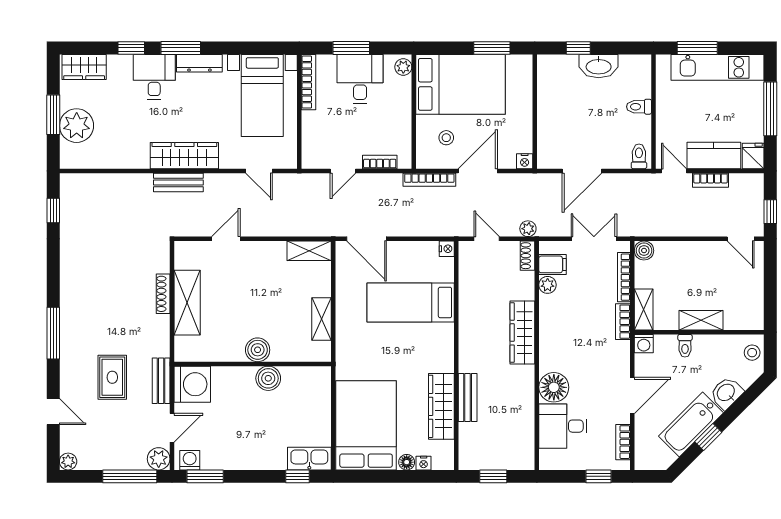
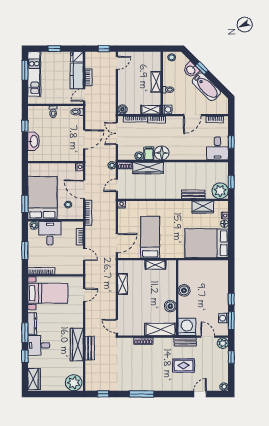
window: (492, 48) -> (25, 204), moved
window: (578, 48) -> (25, 126), moved
window: (697, 48) -> (25, 70), moved
washbasin: (599, 66) -> (34, 141), moved
desk: (360, 79) -> (50, 233), moved, turned 90
window: (770, 109) -> (54, 49), width x0.46
window: (53, 115) -> (57, 394), removed
plant: (77, 126) -> (74, 383), moved
wardrobe: (184, 156) -> (77, 344), moved
door: (582, 171) -> (84, 139), hinge flipped
bench: (178, 182) -> (90, 348), moved
door: (226, 239) -> (117, 326), moved
shelving: (309, 251) -> (123, 284), moved
filing cabinet: (553, 264) -> (149, 153), moved
bed: (411, 302) -> (150, 237), moved, turned 180
shelving: (187, 303) -> (160, 329), moved
window: (53, 333) -> (142, 394), moved
wardrobe: (522, 333) -> (148, 168), moved
boiler: (258, 350) -> (170, 306), moved
floor lamp: (554, 387) -> (162, 153), moved
door: (632, 396) -> (192, 115), swing flipped
wardrobe: (441, 406) -> (203, 207), width x0.67
desk: (563, 426) -> (217, 148), moved
window: (708, 437) -> (202, 68), moved
plant: (475, 453) -> (220, 191), added
kitchen sink: (309, 459) -> (223, 271), removed
washing machine: (190, 460) -> (223, 318), moved
window: (130, 476) -> (231, 357), width x0.46
window: (298, 476) -> (231, 299), moved
window: (599, 476) -> (231, 142), moved

